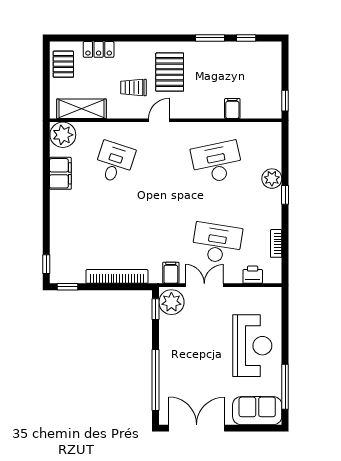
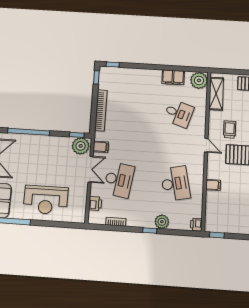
filing cabinet: (232, 108) -> (213, 185), moved
printer: (273, 130) -> (196, 225), added

